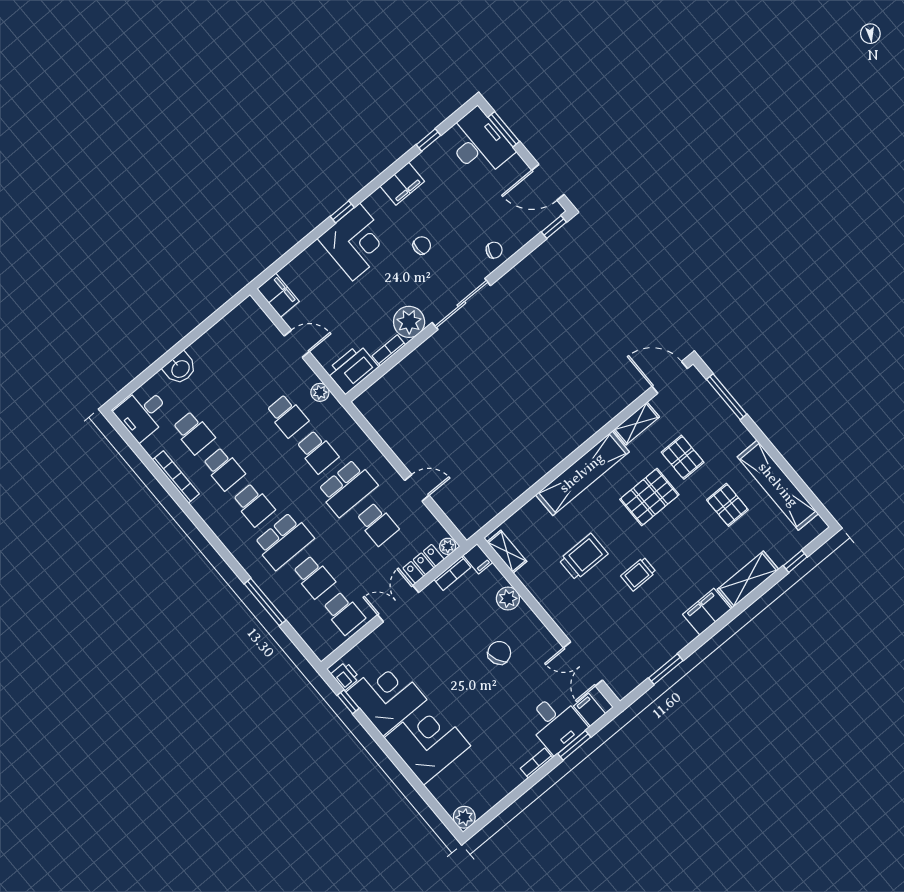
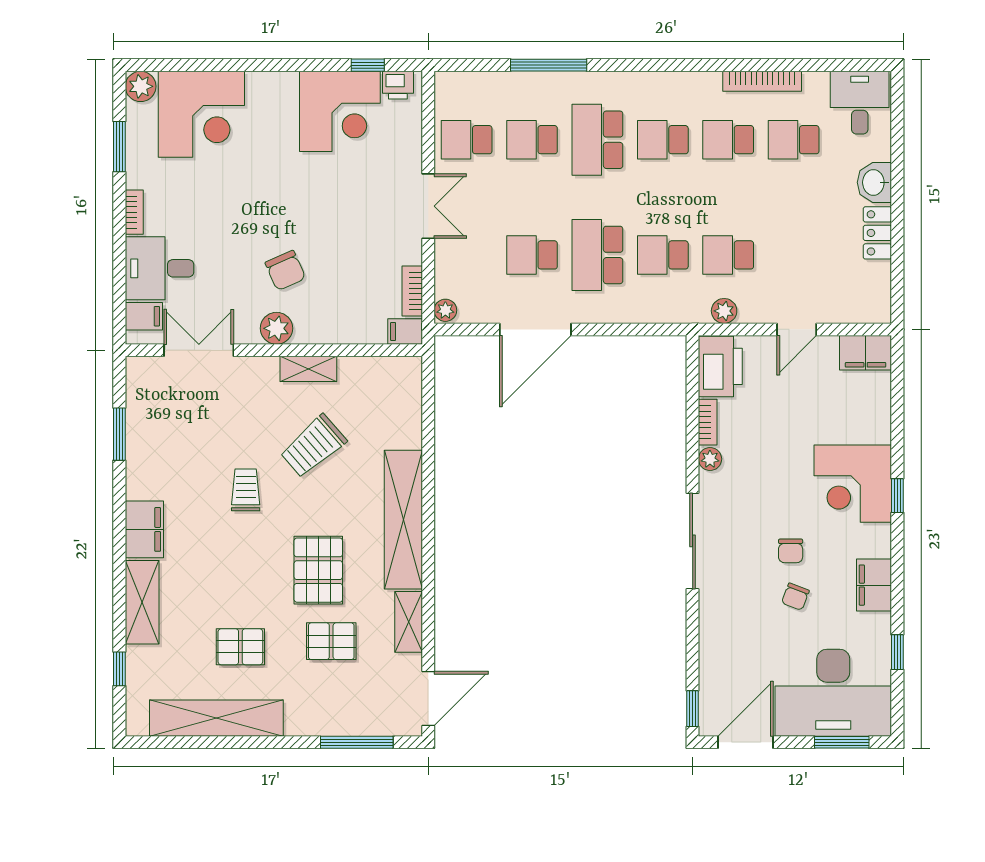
desk: (479, 144) -> (833, 693), width x1.36, depth x1.30
chair: (494, 250) -> (795, 597), moved
plant: (409, 322) -> (710, 459), width x0.53, depth x0.53
door: (417, 488) -> (535, 329), width x1.87
shelving: (507, 552) -> (308, 369), moved
trolley: (583, 557) -> (313, 446), turned 49
locker: (424, 564) -> (877, 233), moved, turned 180
plant: (508, 599) -> (277, 328), moved
corner desk: (427, 742) -> (201, 114), moved
window: (574, 745) -> (119, 147), moved

